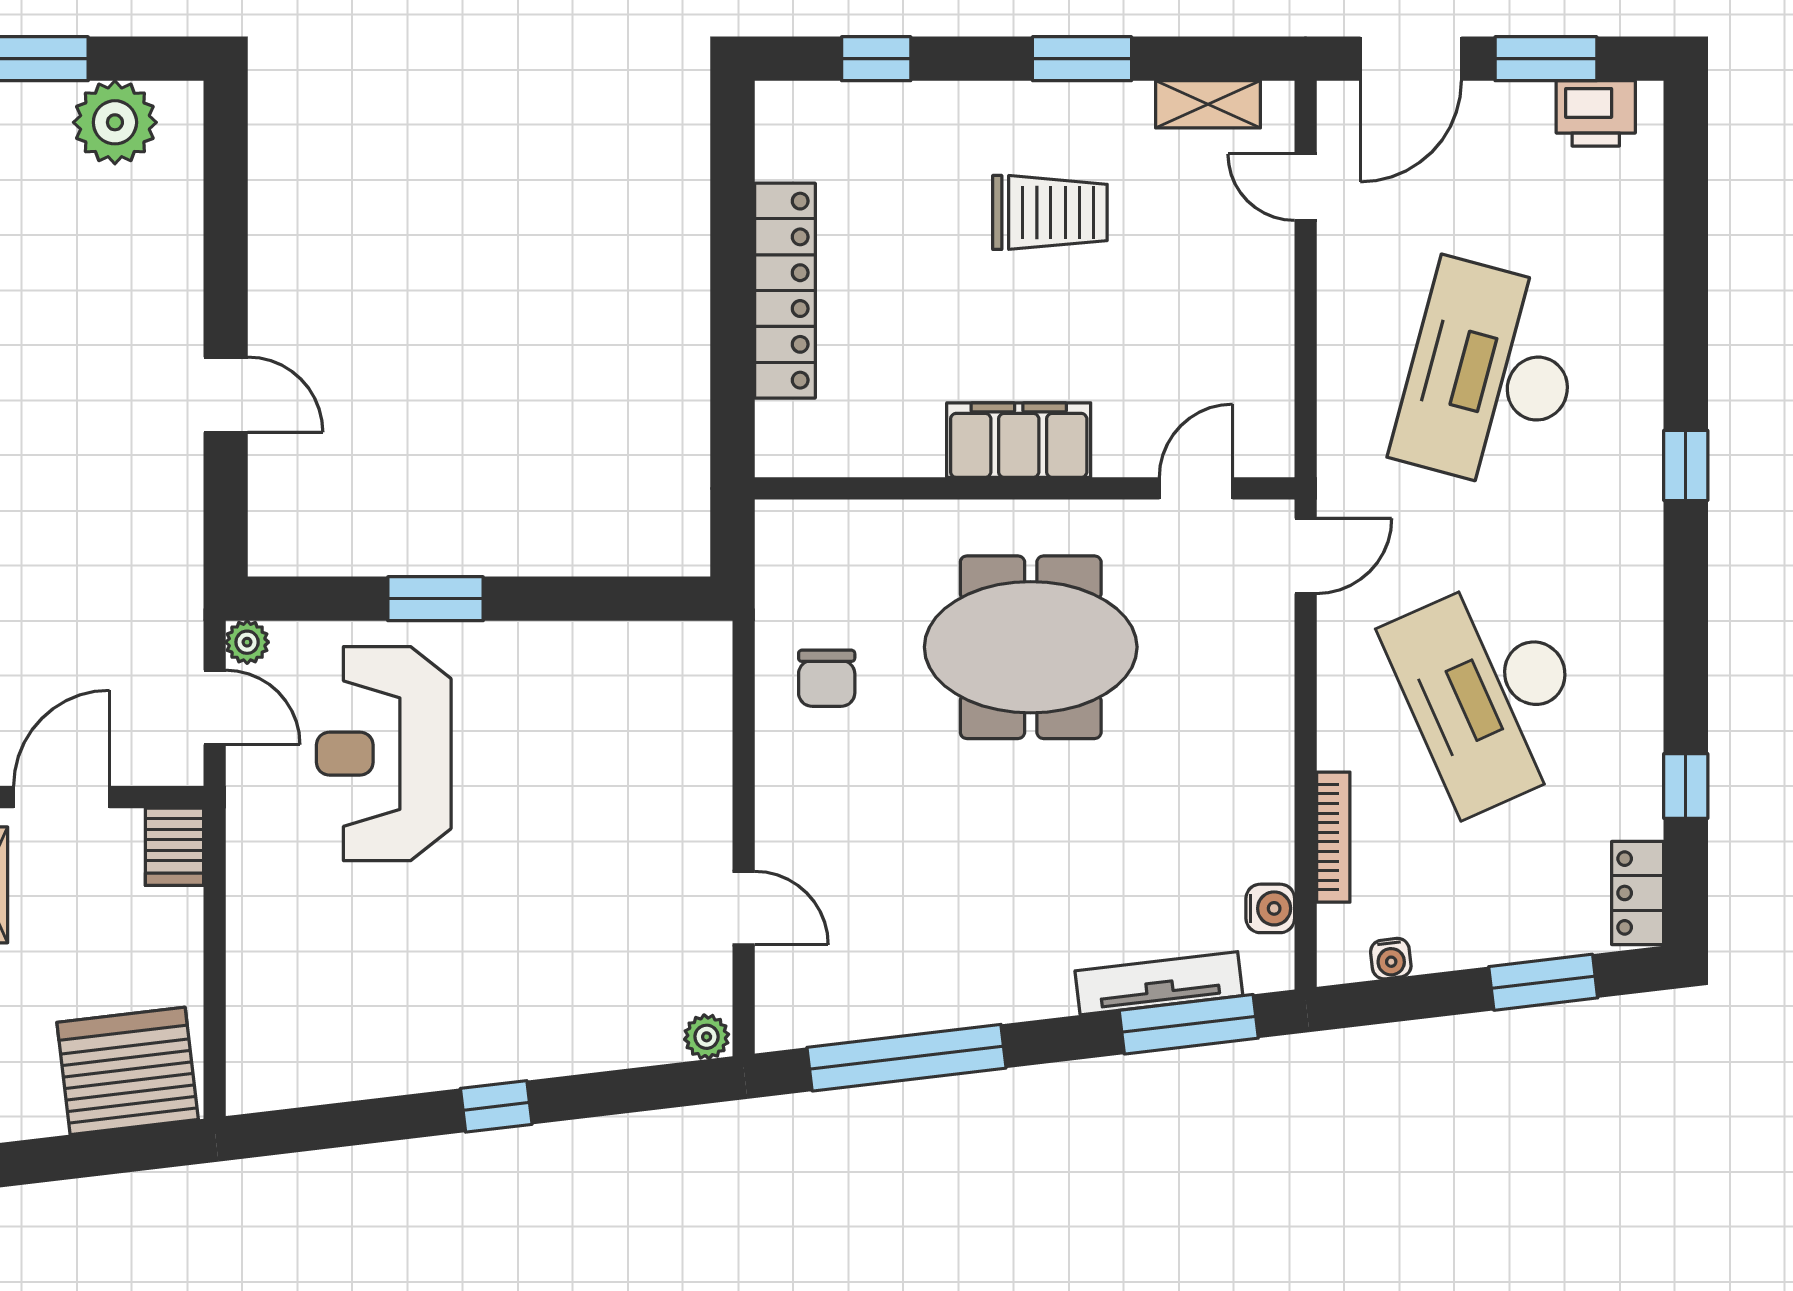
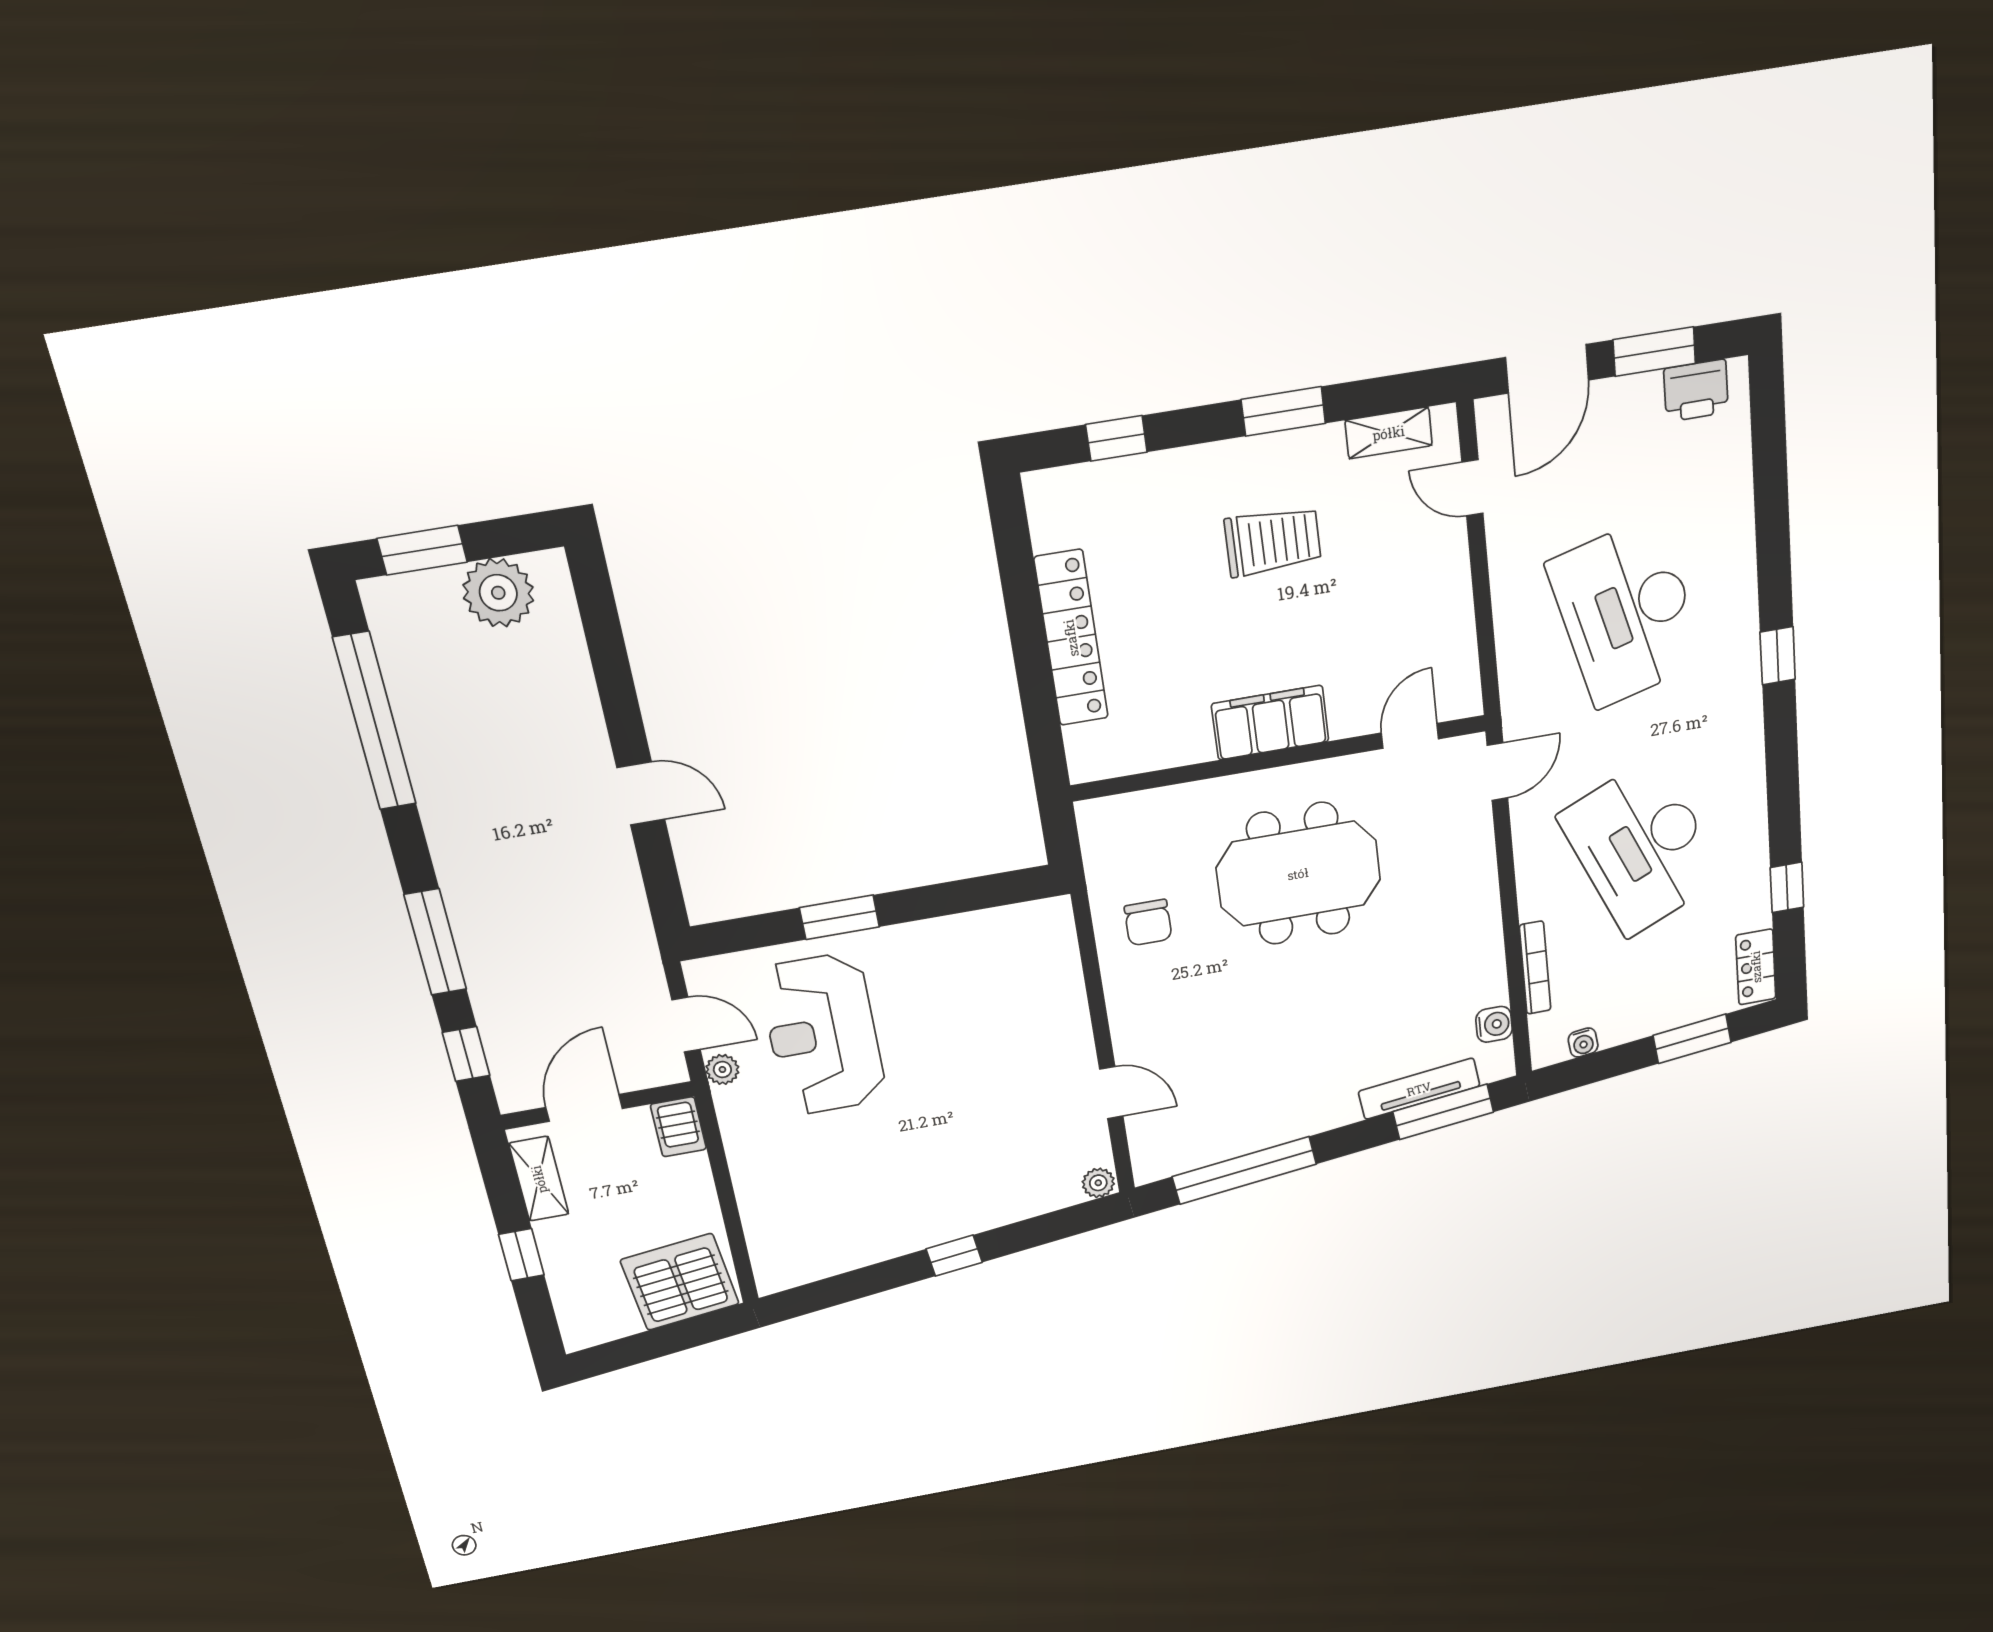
desk: (1490, 376) -> (1627, 613), turned -30
plant: (247, 642) -> (722, 1070), moved

